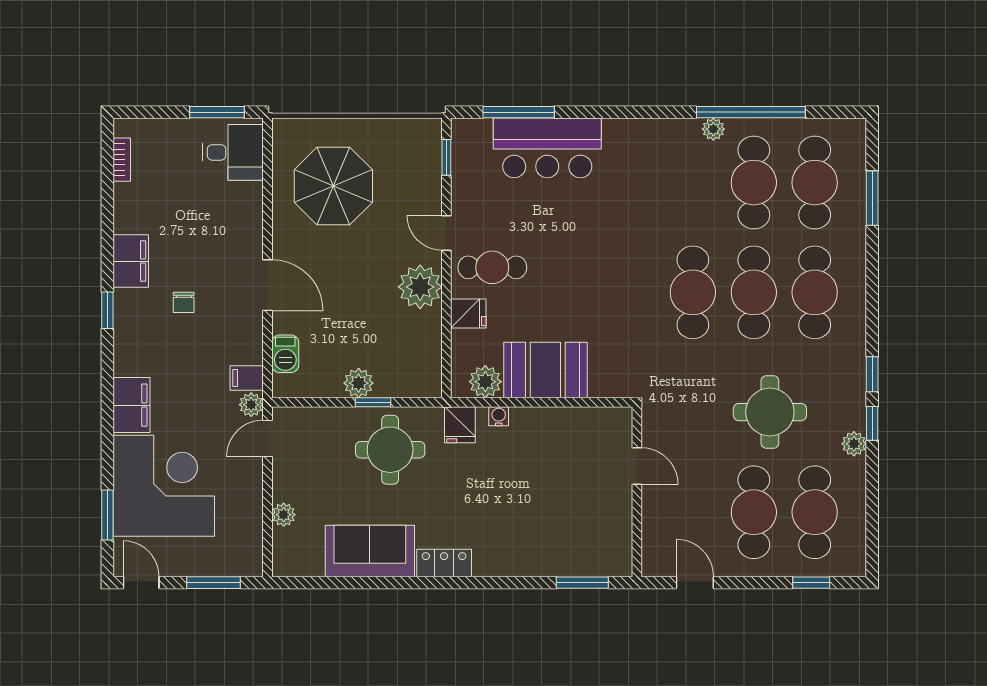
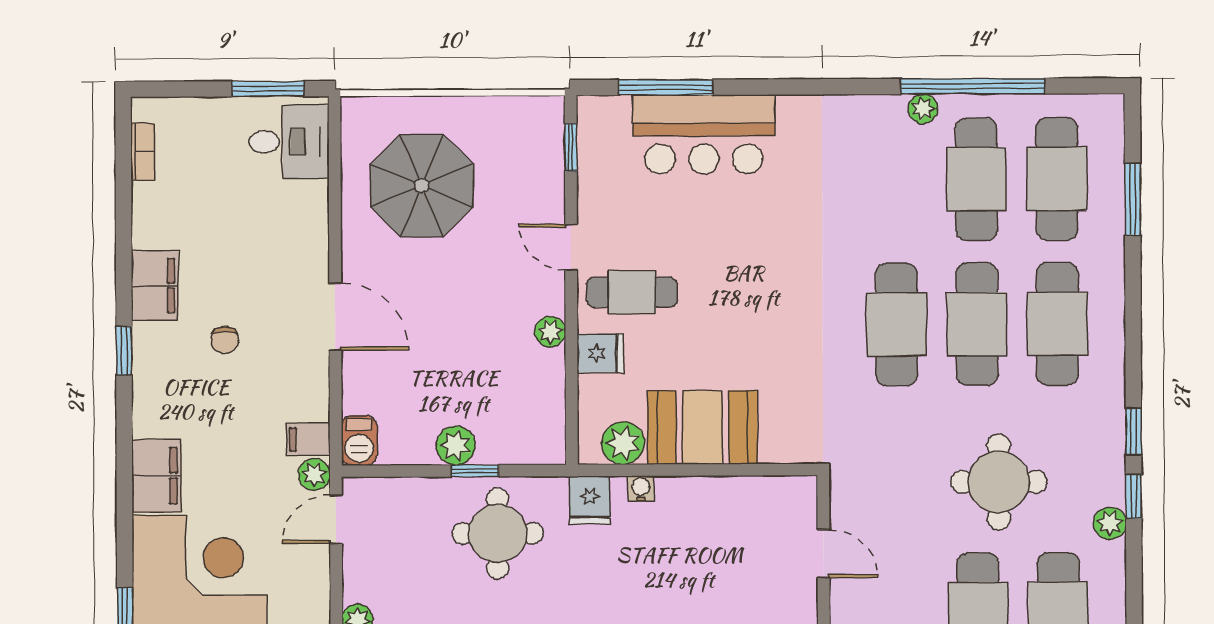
plant: (420, 287) -> (550, 332), width x0.53, depth x0.53
barbecue: (285, 354) -> (359, 440), moved

